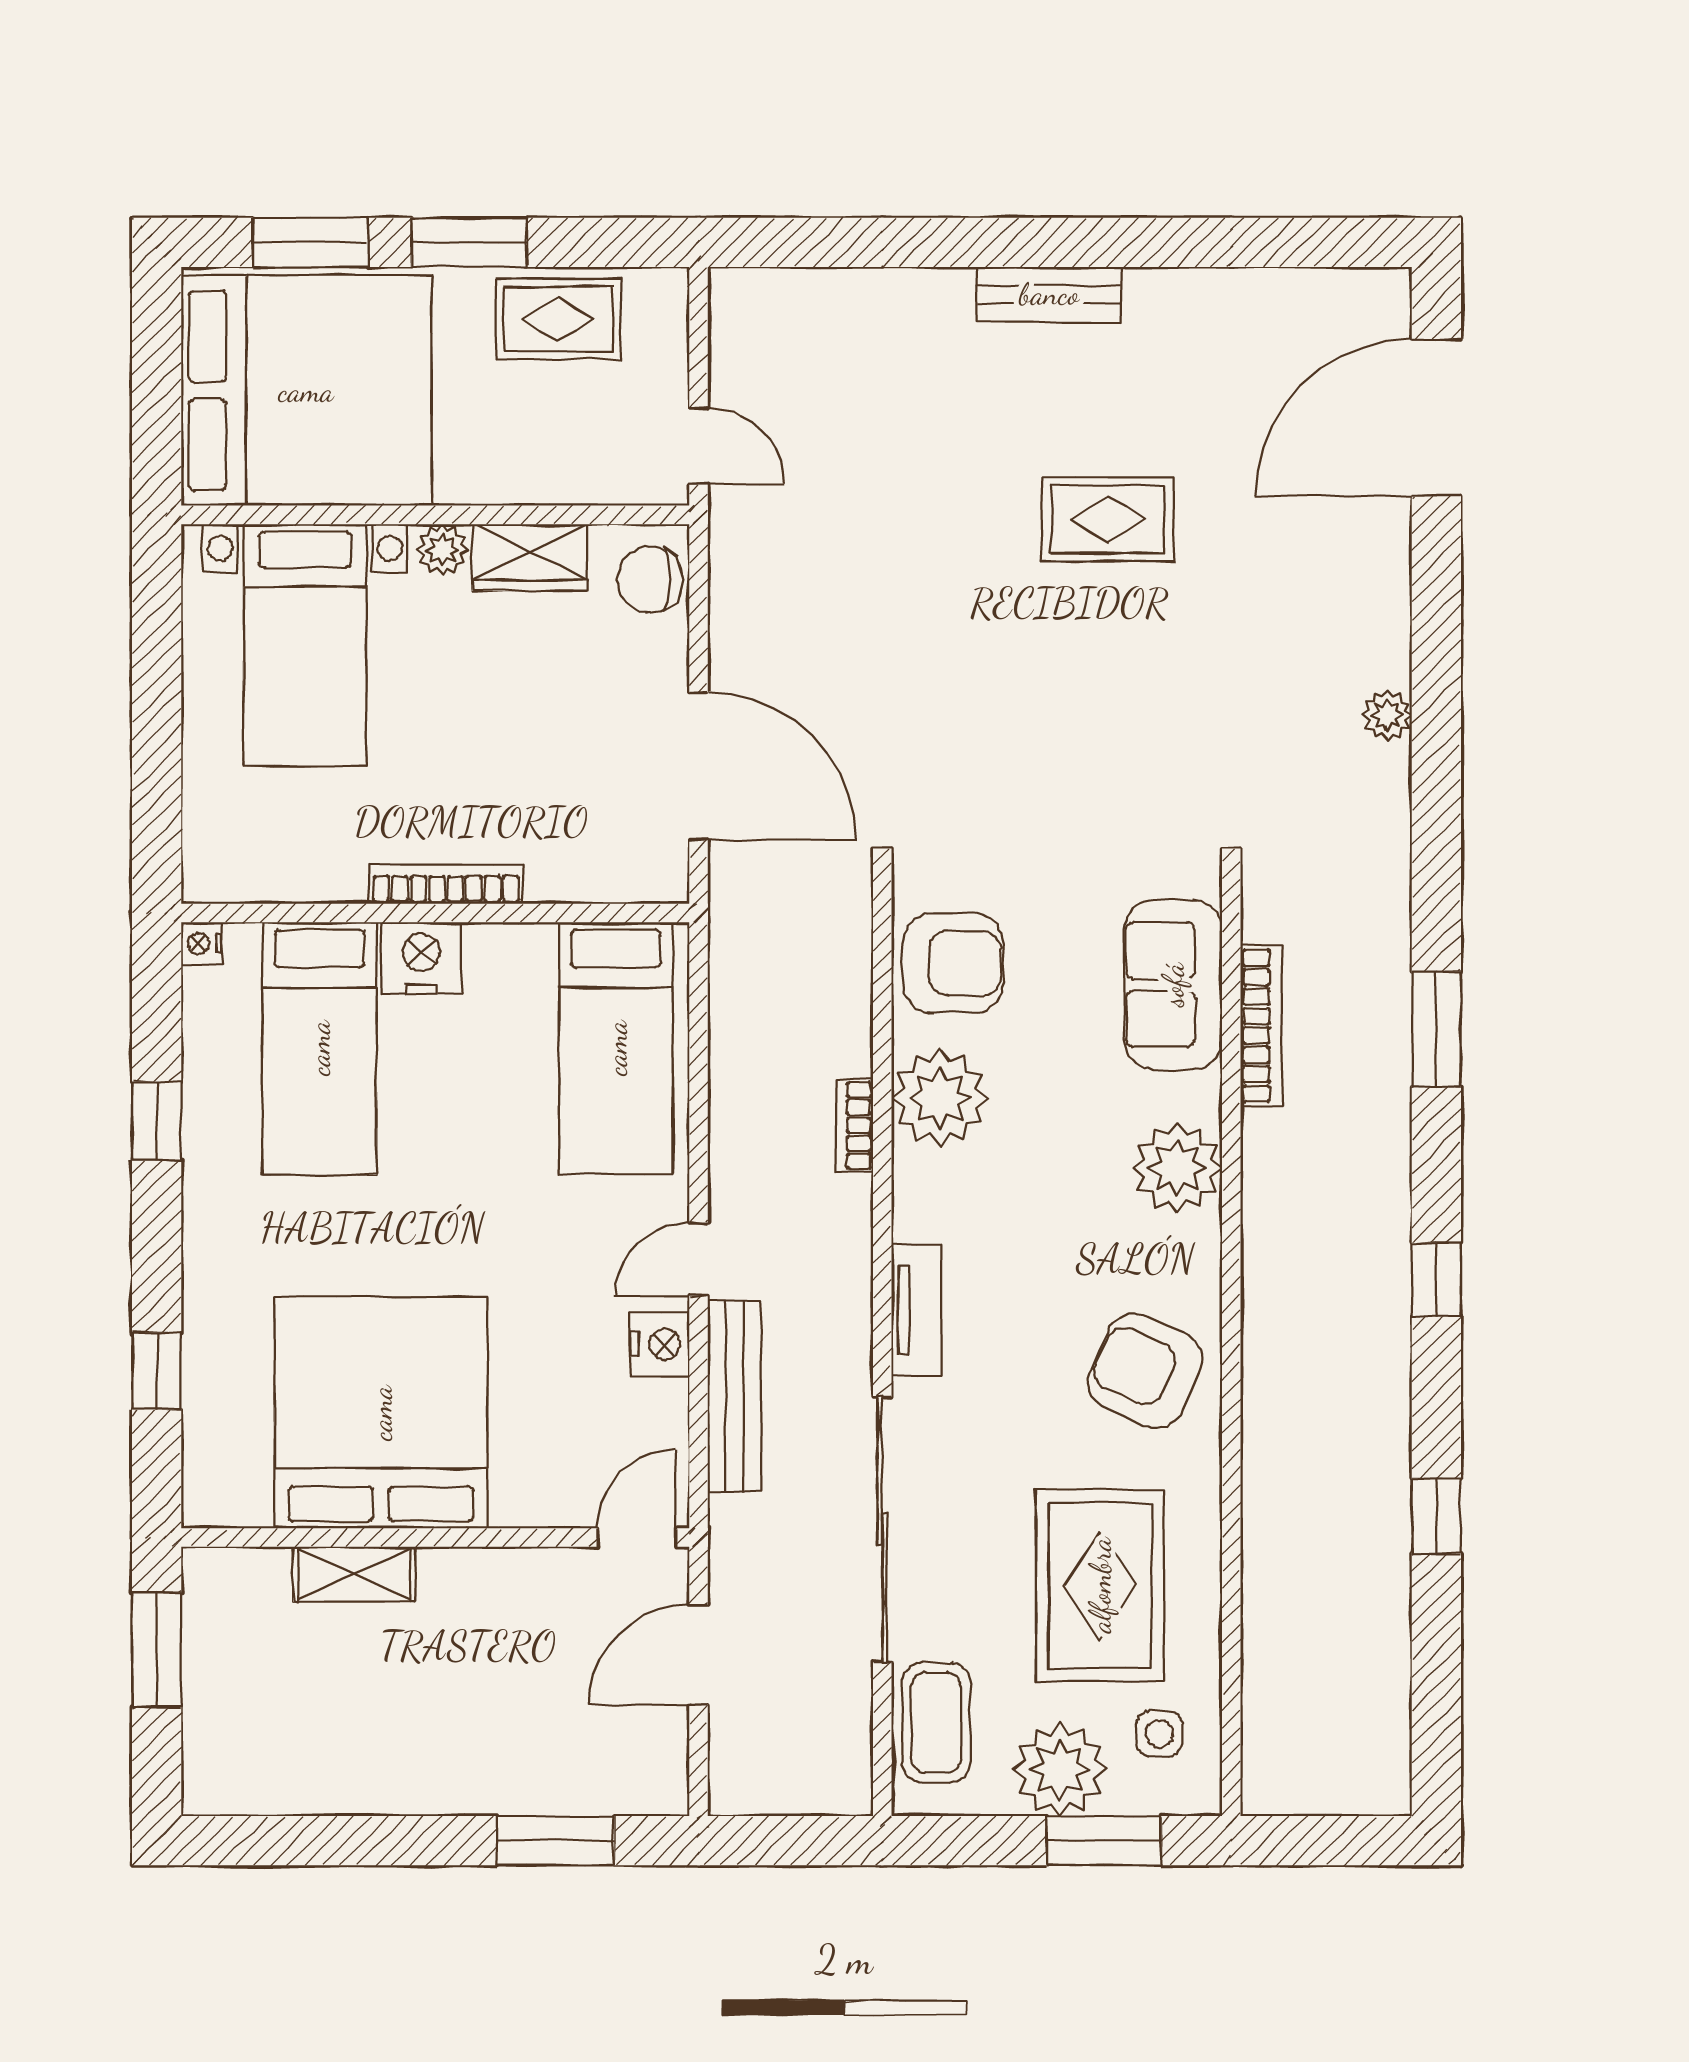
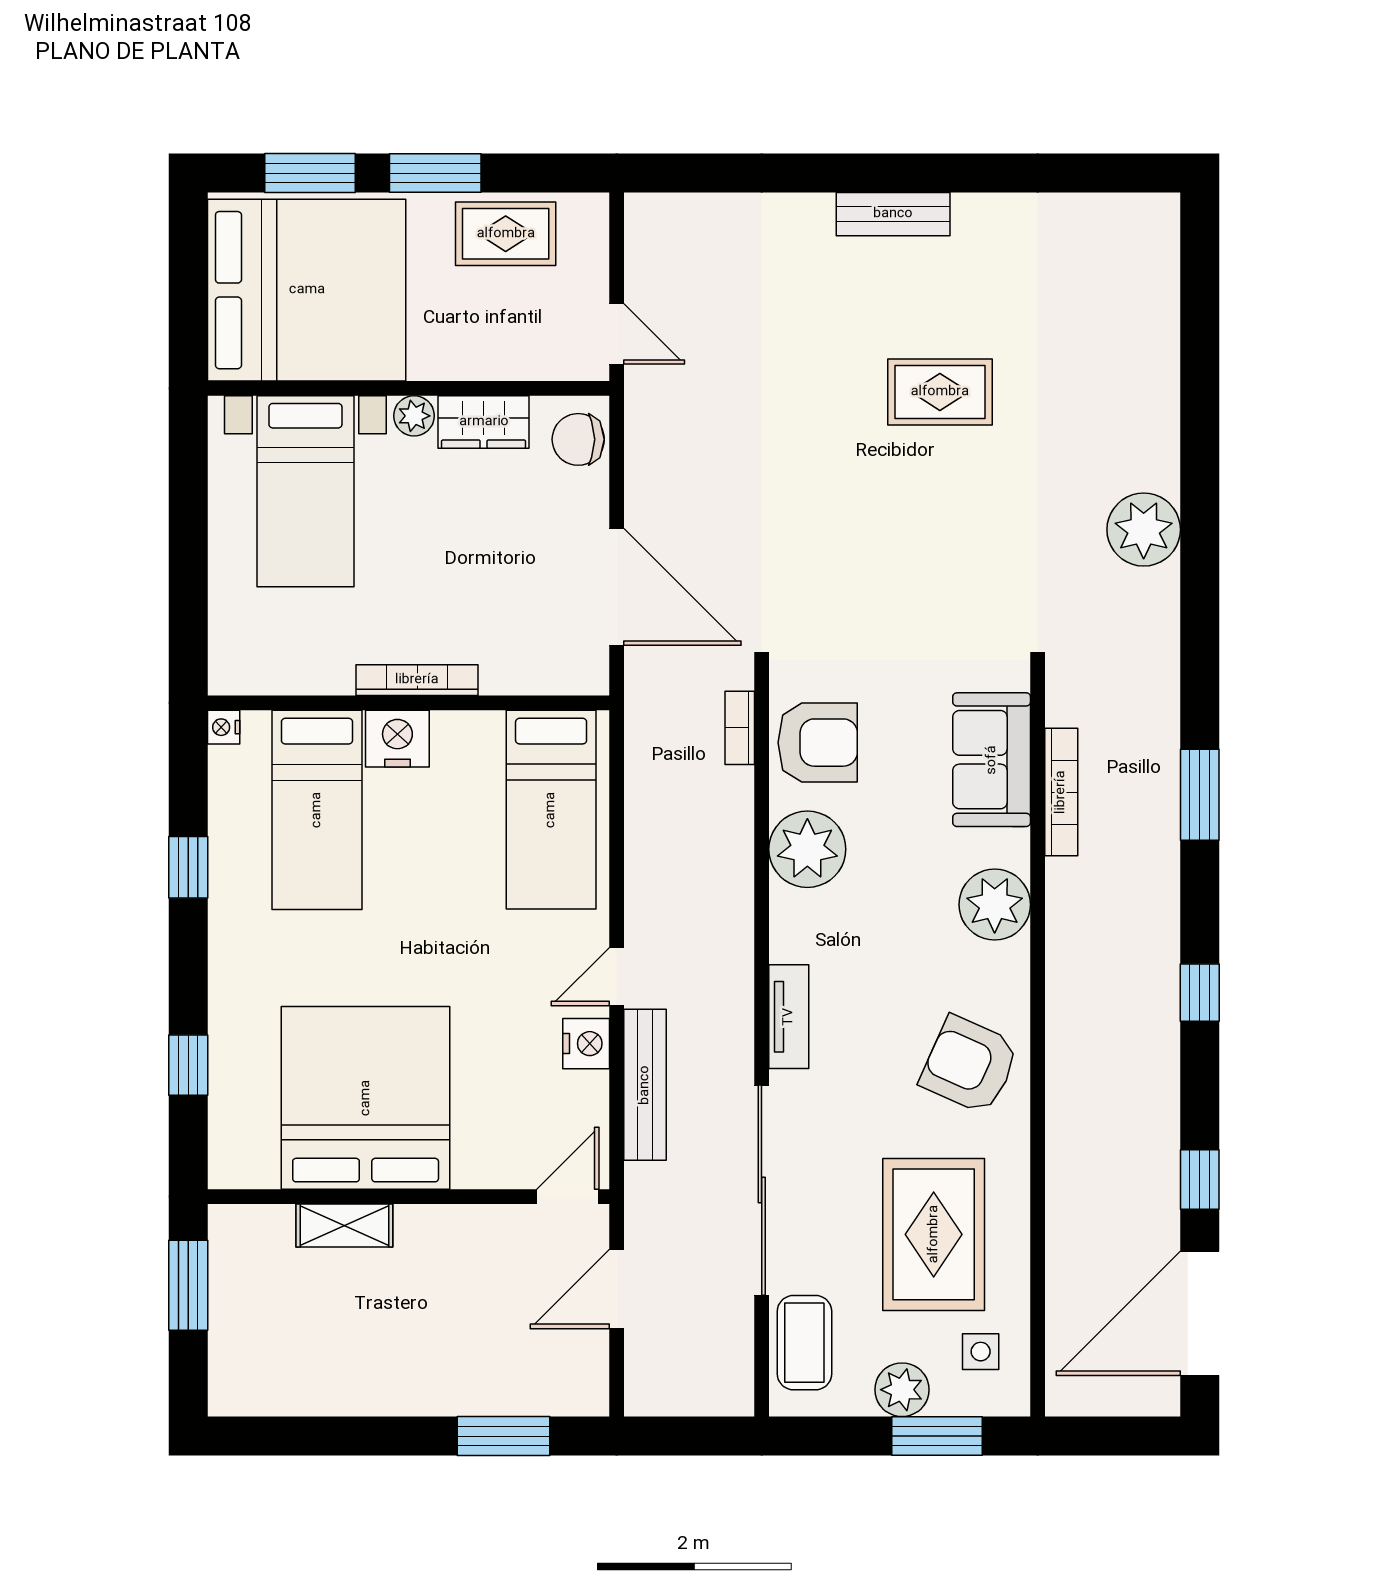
door: (1436, 417) -> (1200, 1313), moved
plant: (1387, 715) -> (1144, 530), width x1.87, depth x1.87
bookcase: (854, 1125) -> (740, 728), moved
plant: (1060, 1770) -> (902, 1390), width x0.73, depth x0.73

